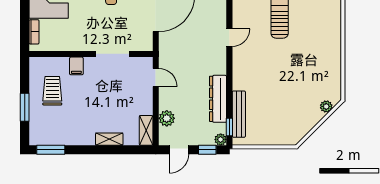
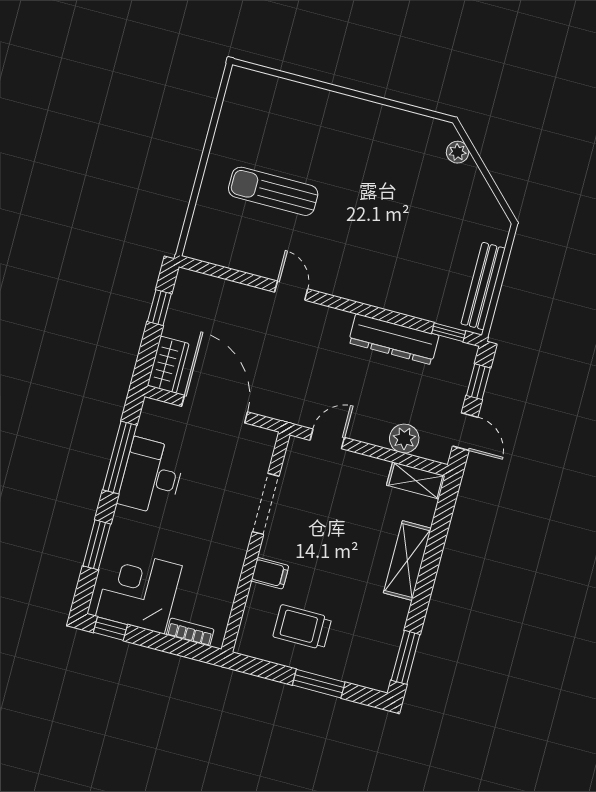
bench: (239, 114) -> (483, 286), moved, turned 90
shelving: (109, 139) -> (407, 561), width x1.50, depth x1.33
plant: (221, 139) -> (466, 354), removed

